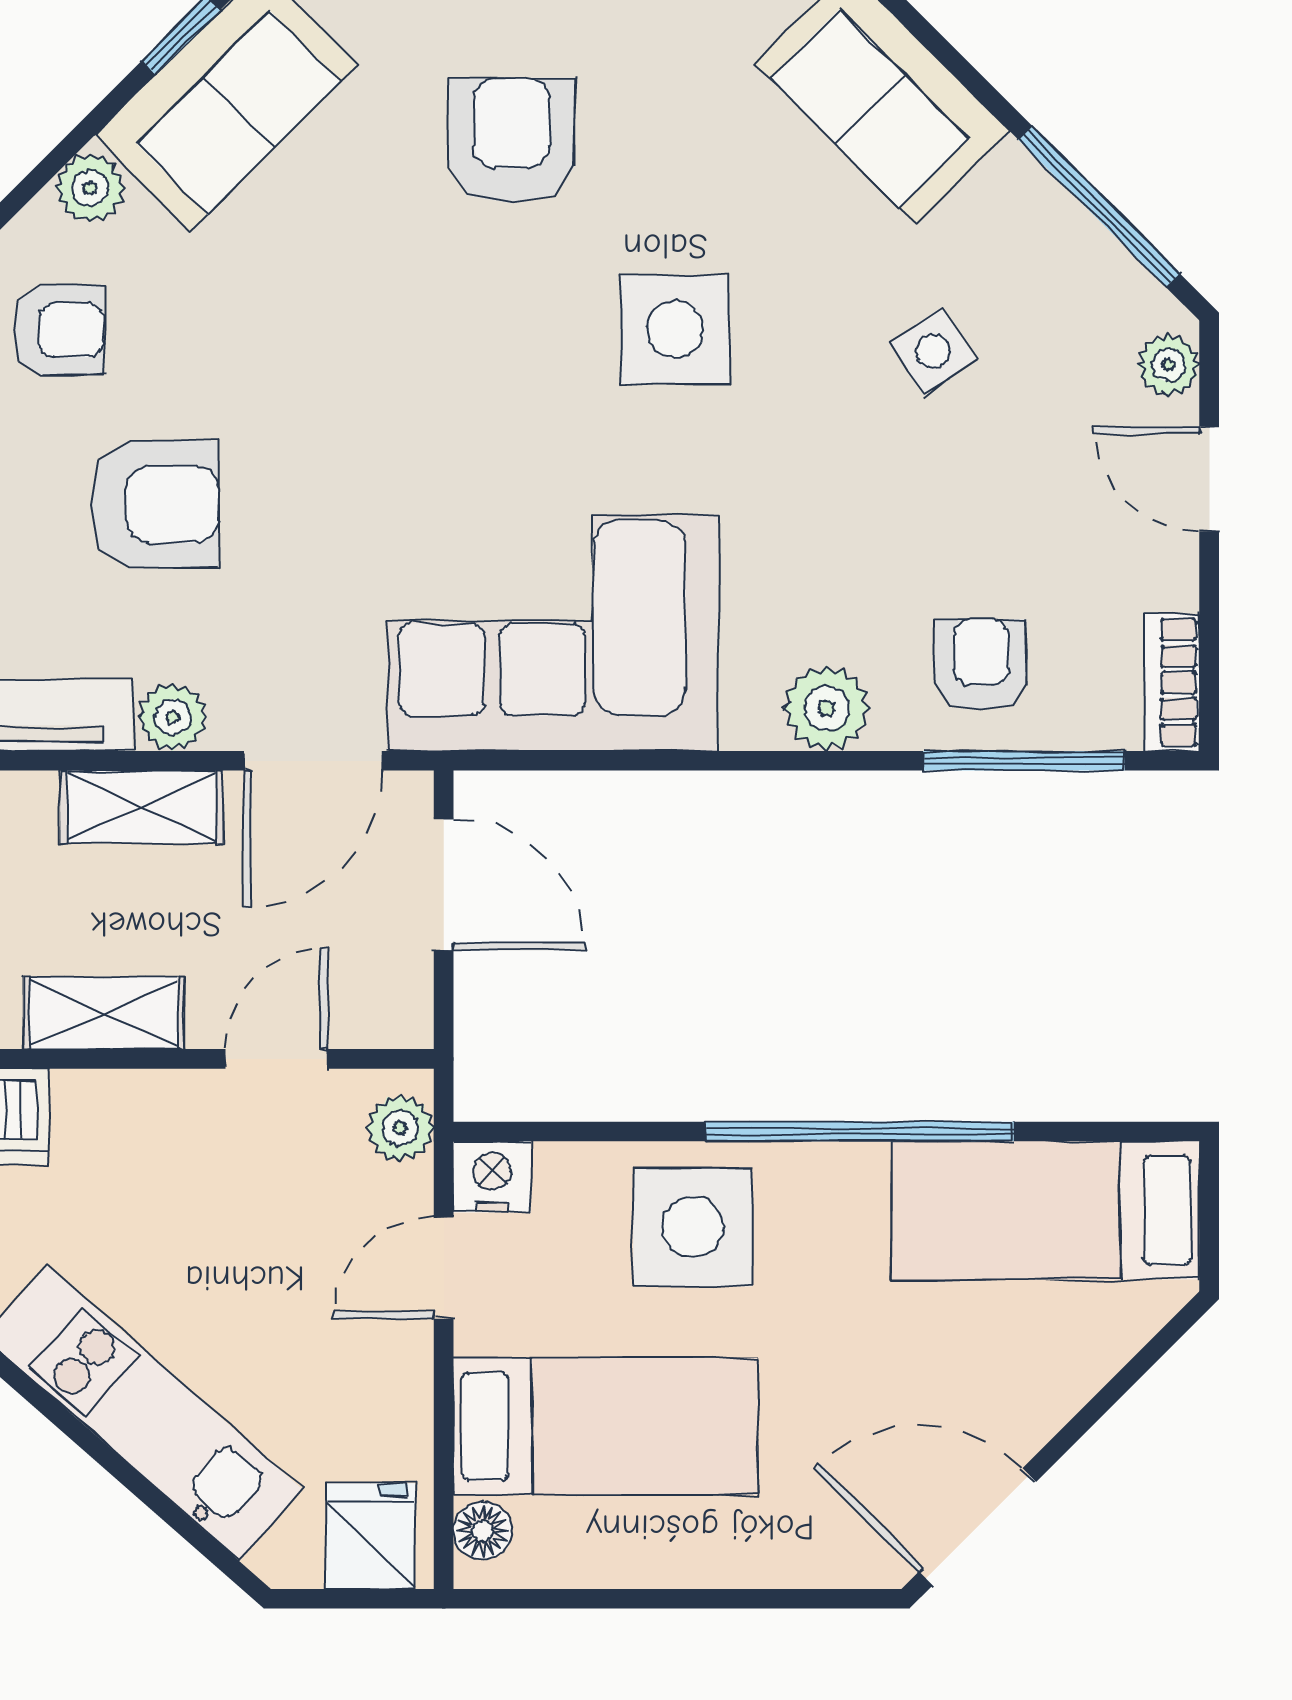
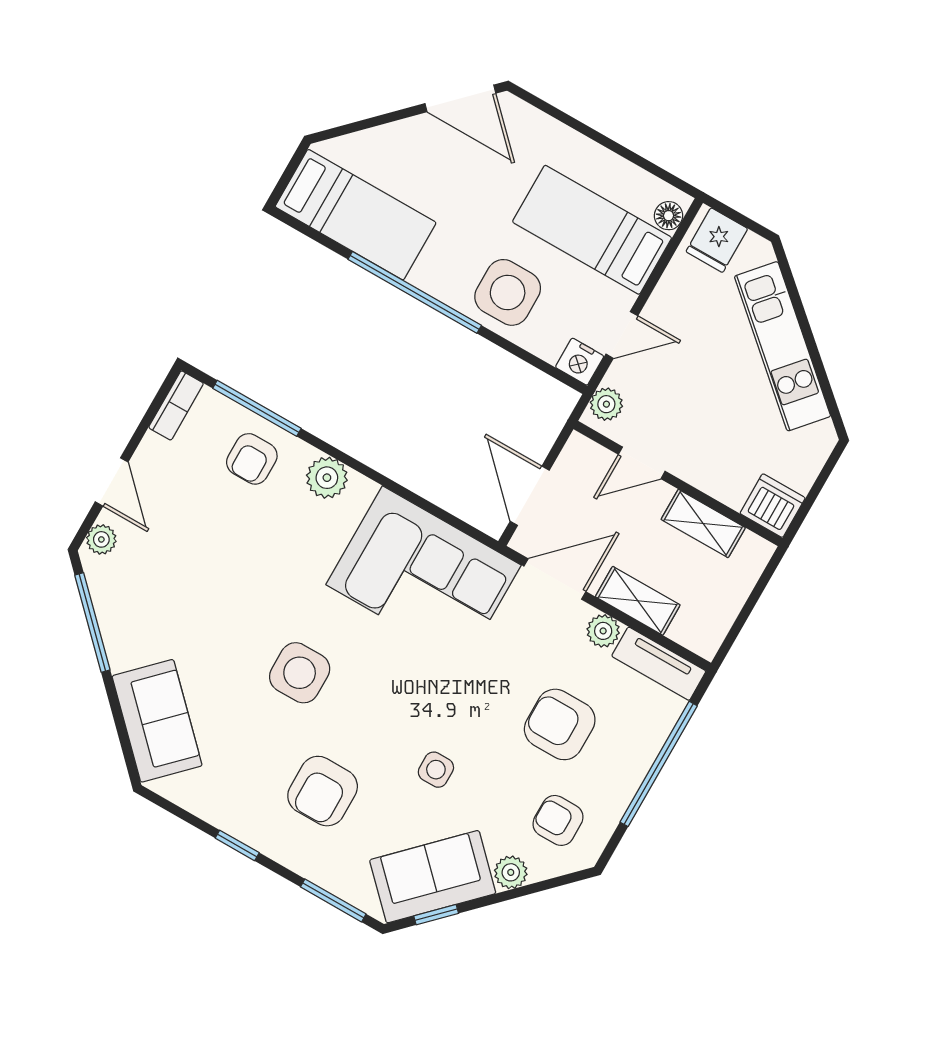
side table: (933, 351) -> (436, 770), moved, turned 34

